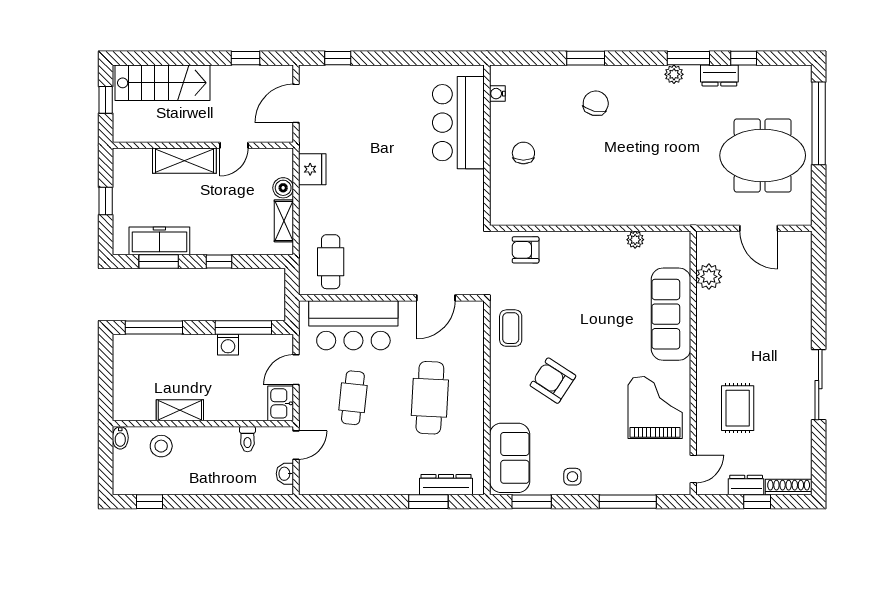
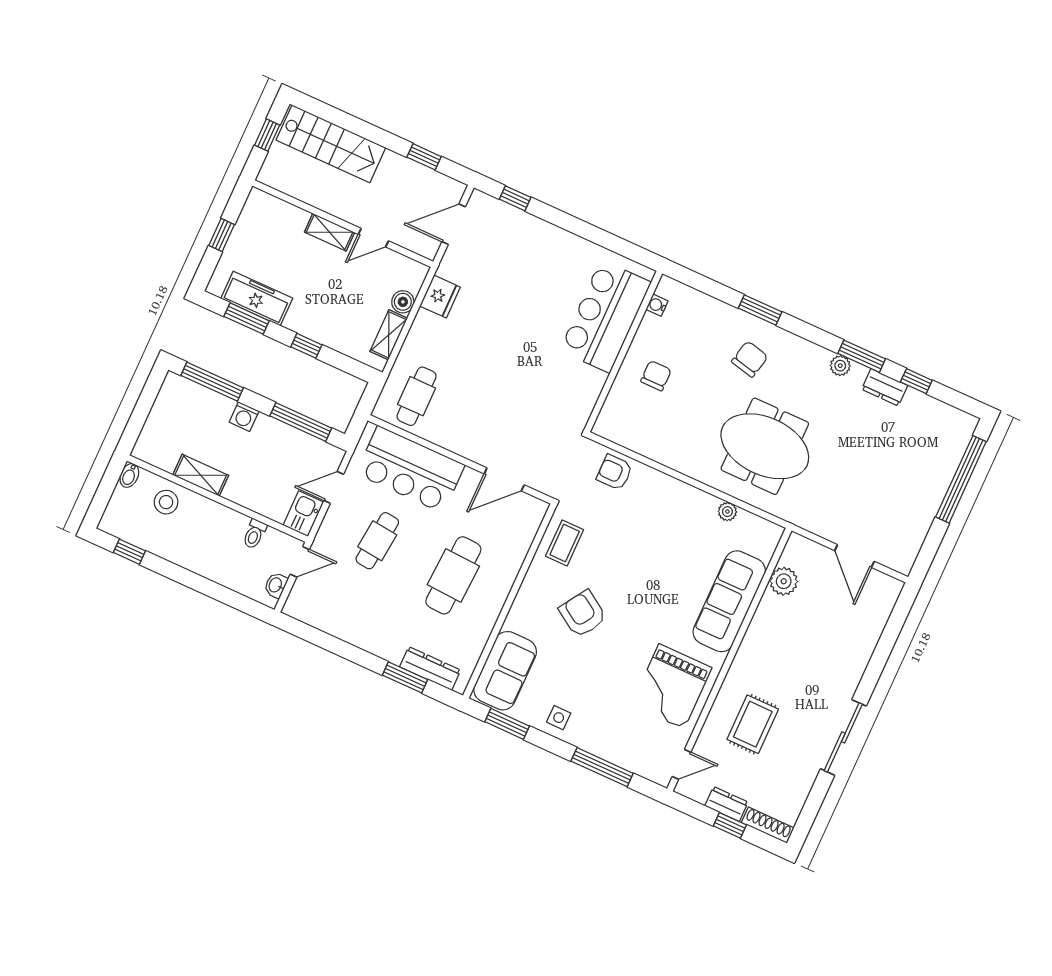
meeting table: (763, 155) -> (765, 446), moved
shelving: (184, 161) -> (329, 232), width x0.67, depth x0.75
washing machine: (228, 345) -> (244, 417), moved
grand piano: (655, 407) -> (671, 686), turned 180

